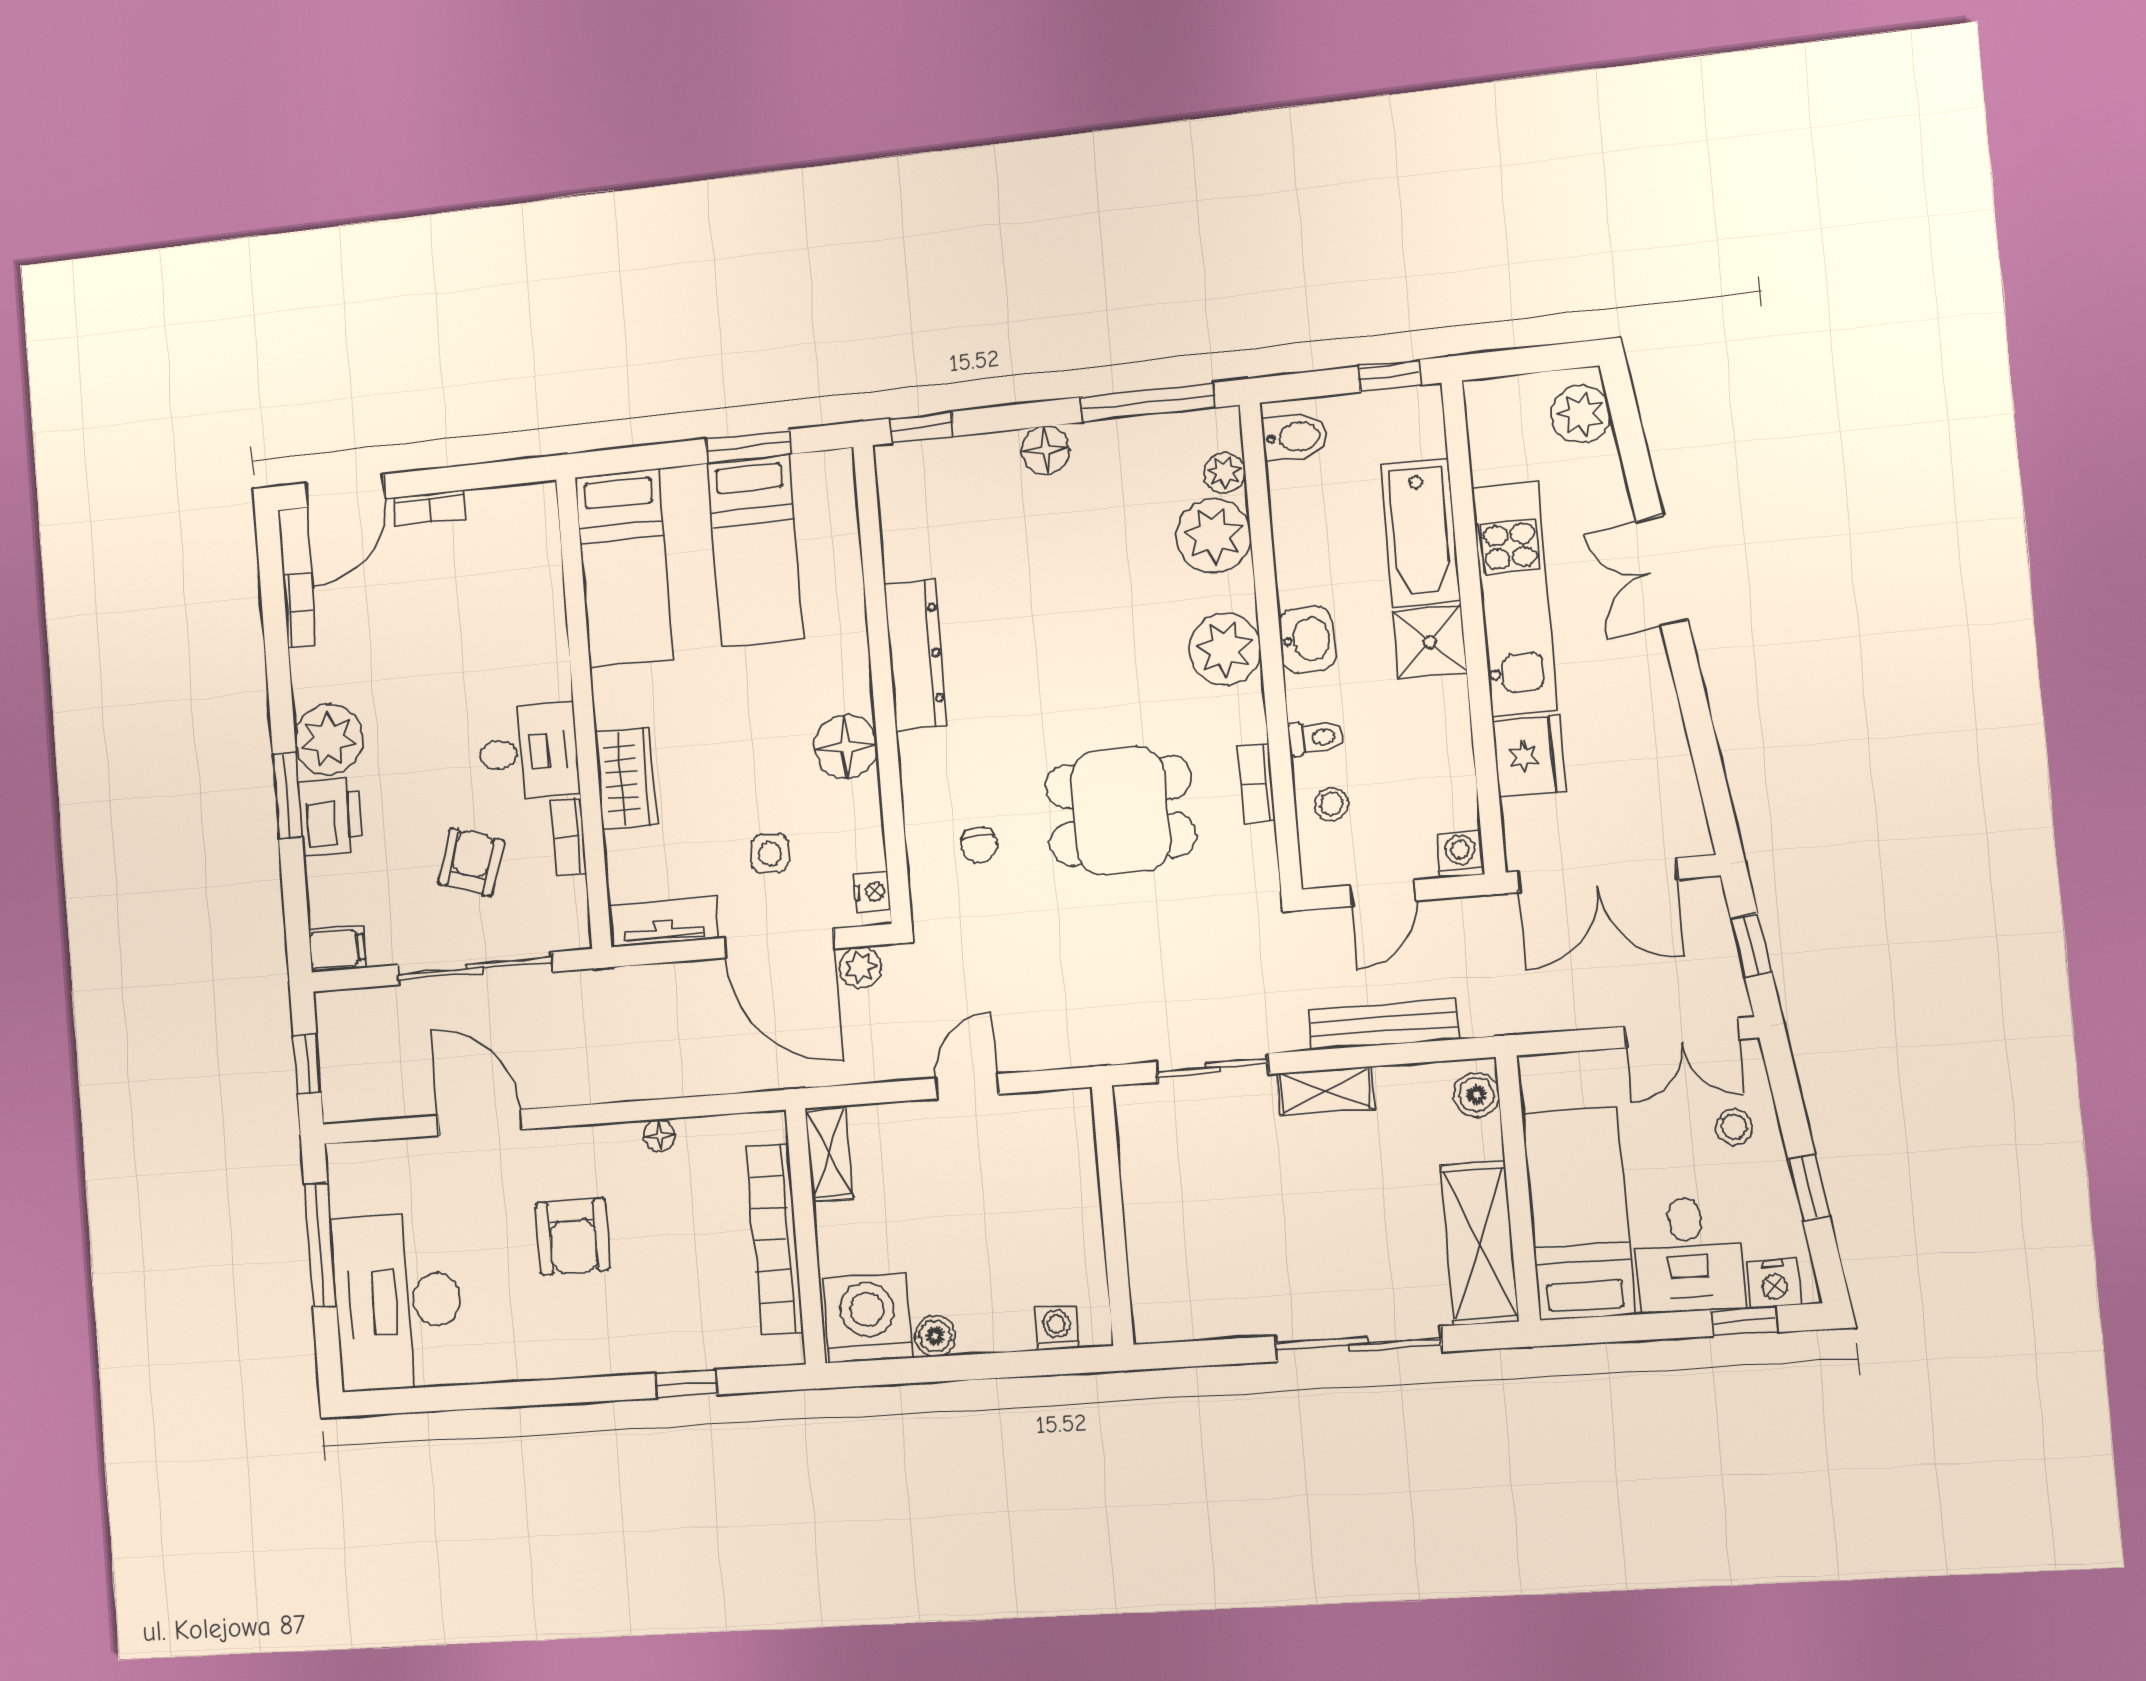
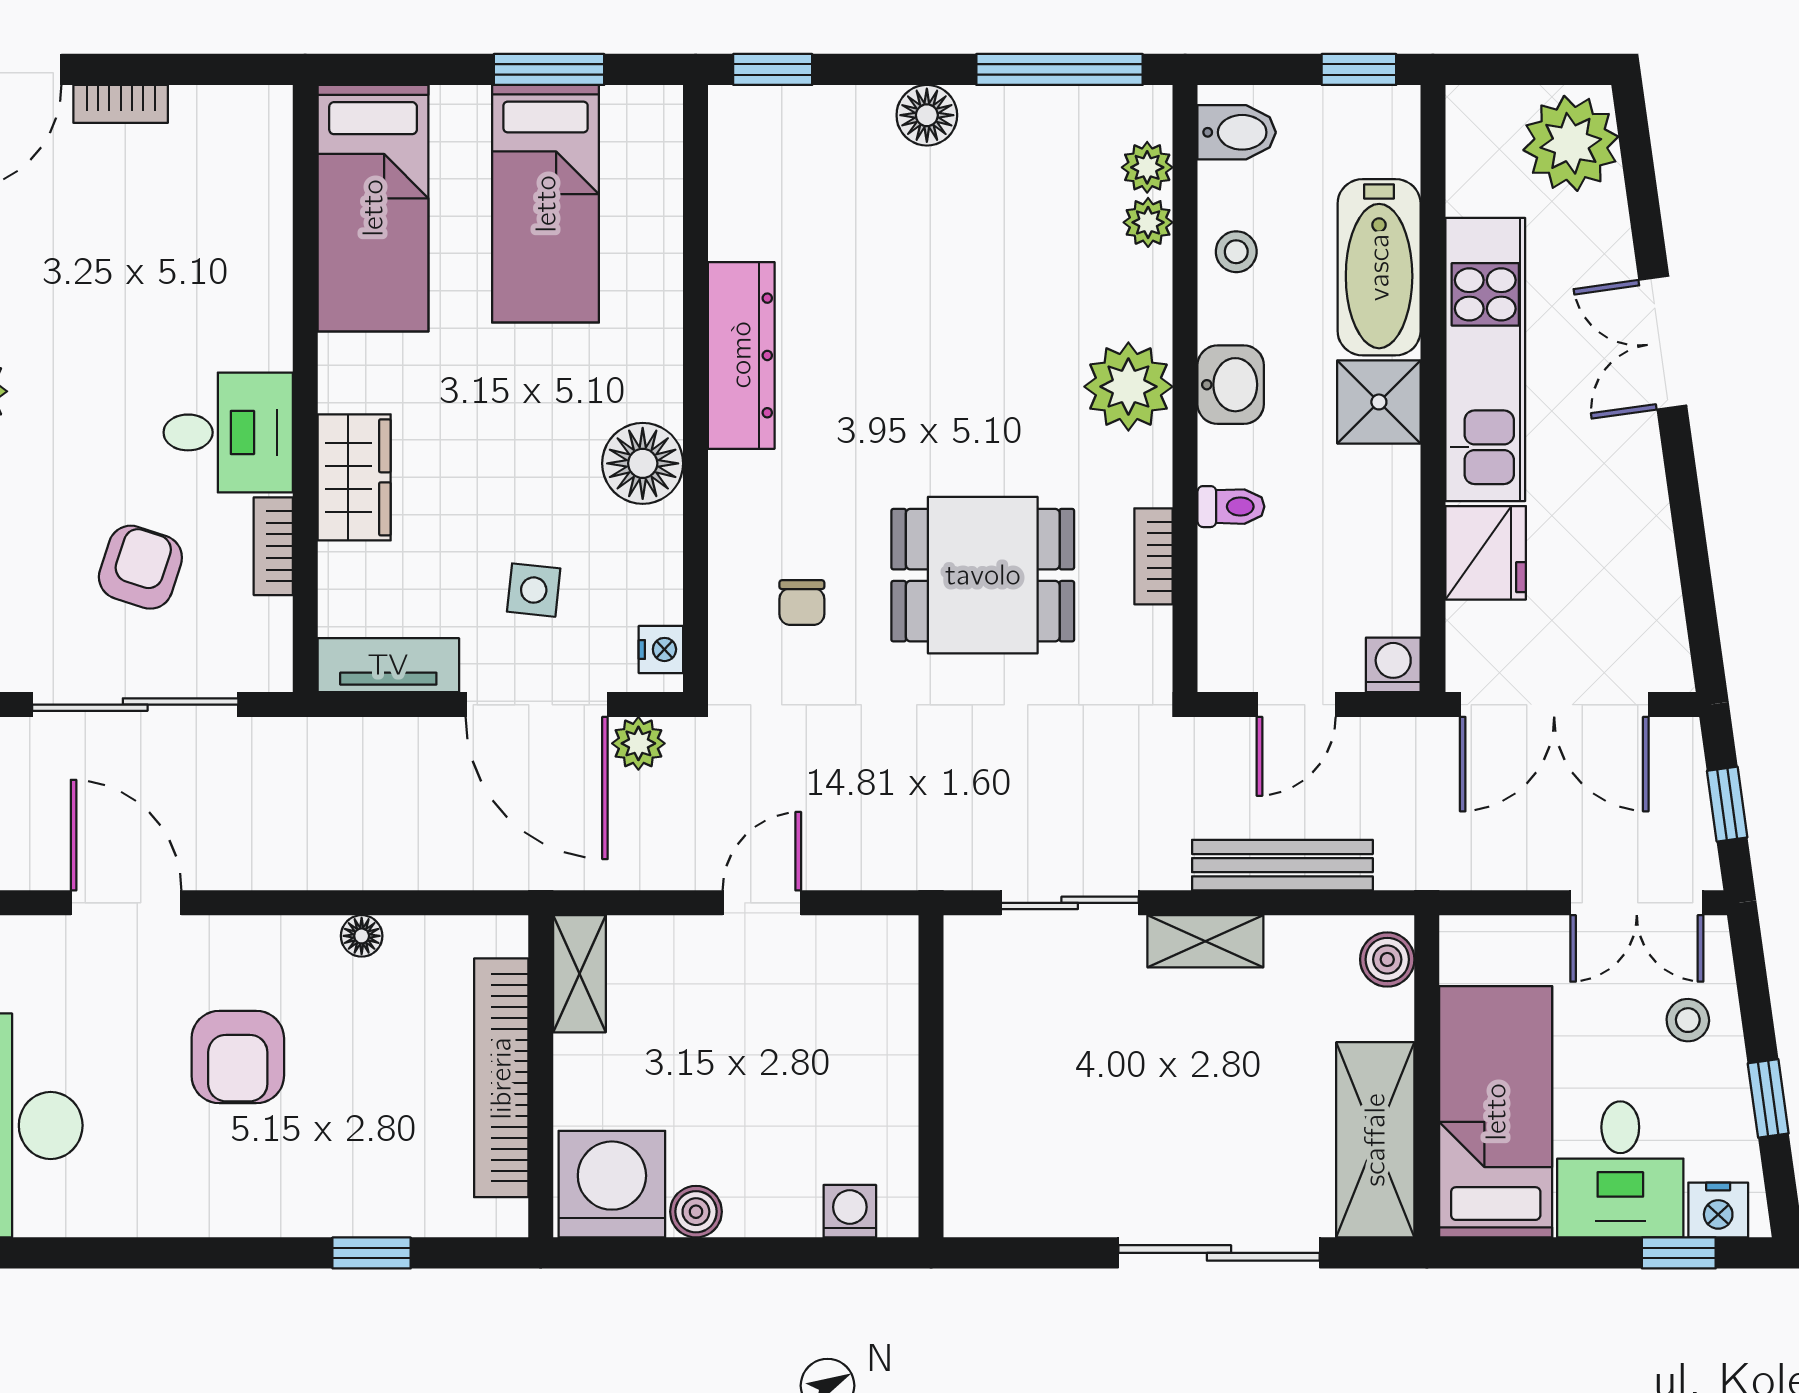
plant: (1581, 414) -> (1571, 143), width x1.36, depth x1.36
plant: (1213, 535) -> (1148, 222), width x0.53, depth x0.53
stool: (1331, 804) -> (1236, 252), moved

